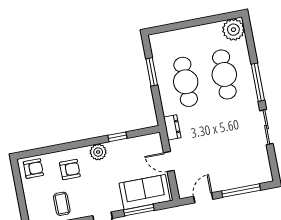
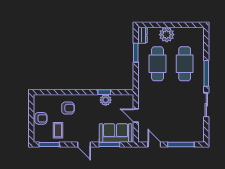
plant: (233, 30) -> (167, 35), moved
dresser: (172, 127) -> (143, 35), moved
plant: (98, 152) -> (106, 100), moved
armchair: (33, 169) -> (41, 118), moved
door: (203, 198) -> (154, 144), hinge flipped

